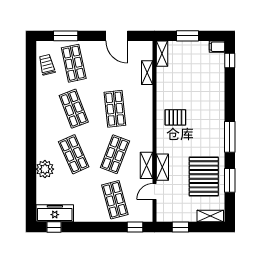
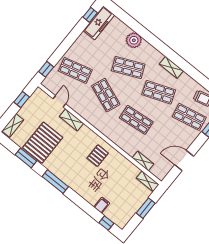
filing cabinet: (217, 47) -> (102, 205), moved
shelving: (146, 165) -> (171, 67), moved
pallet: (204, 176) -> (43, 143), turned 90

